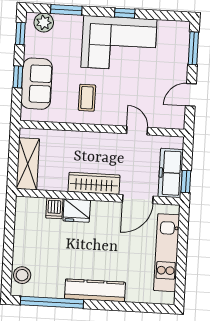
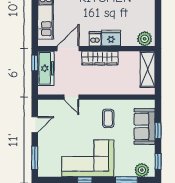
plant: (30, 207) -> (145, 39), added
dishwasher: (54, 208) -> (95, 39), moved

